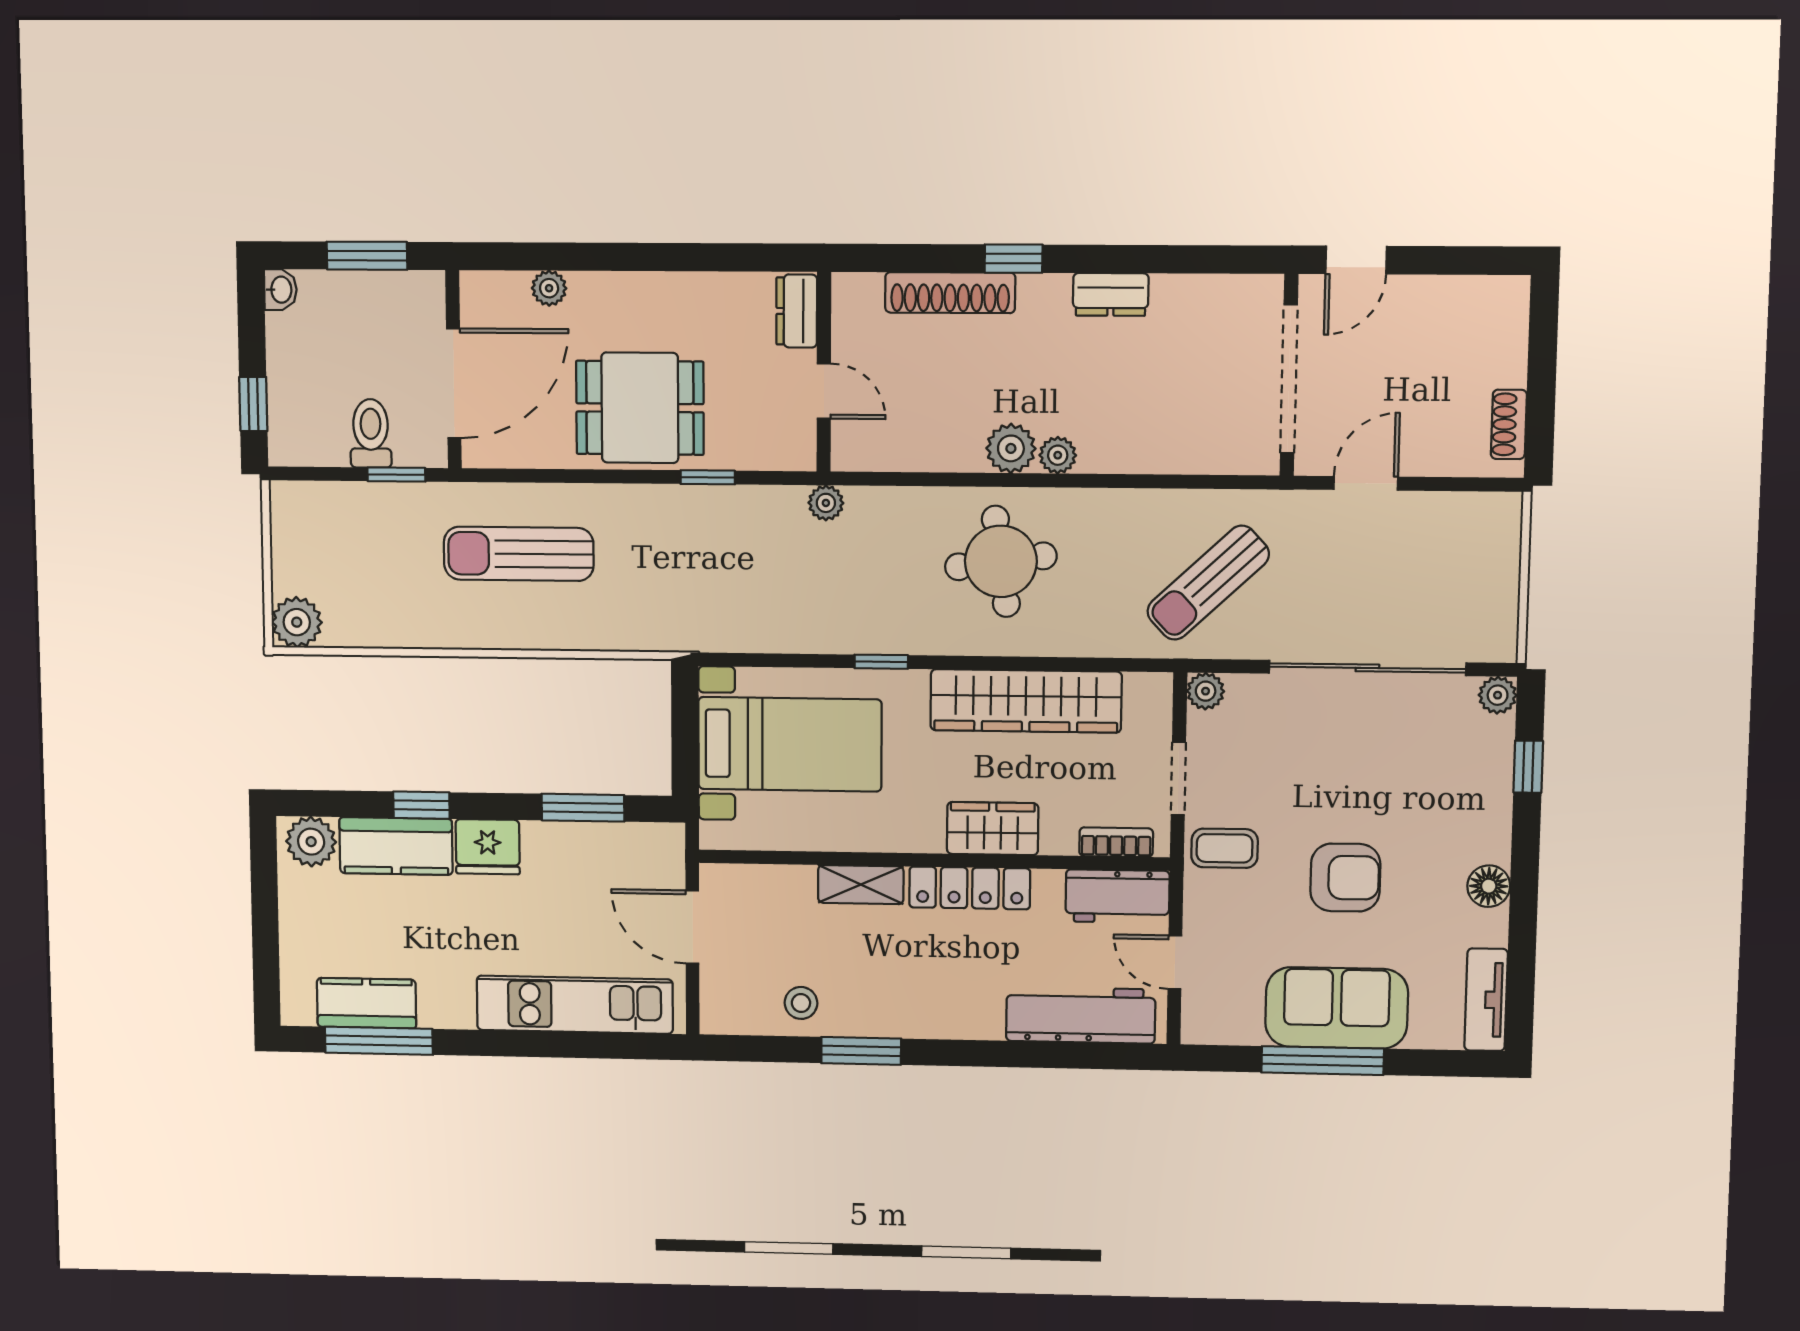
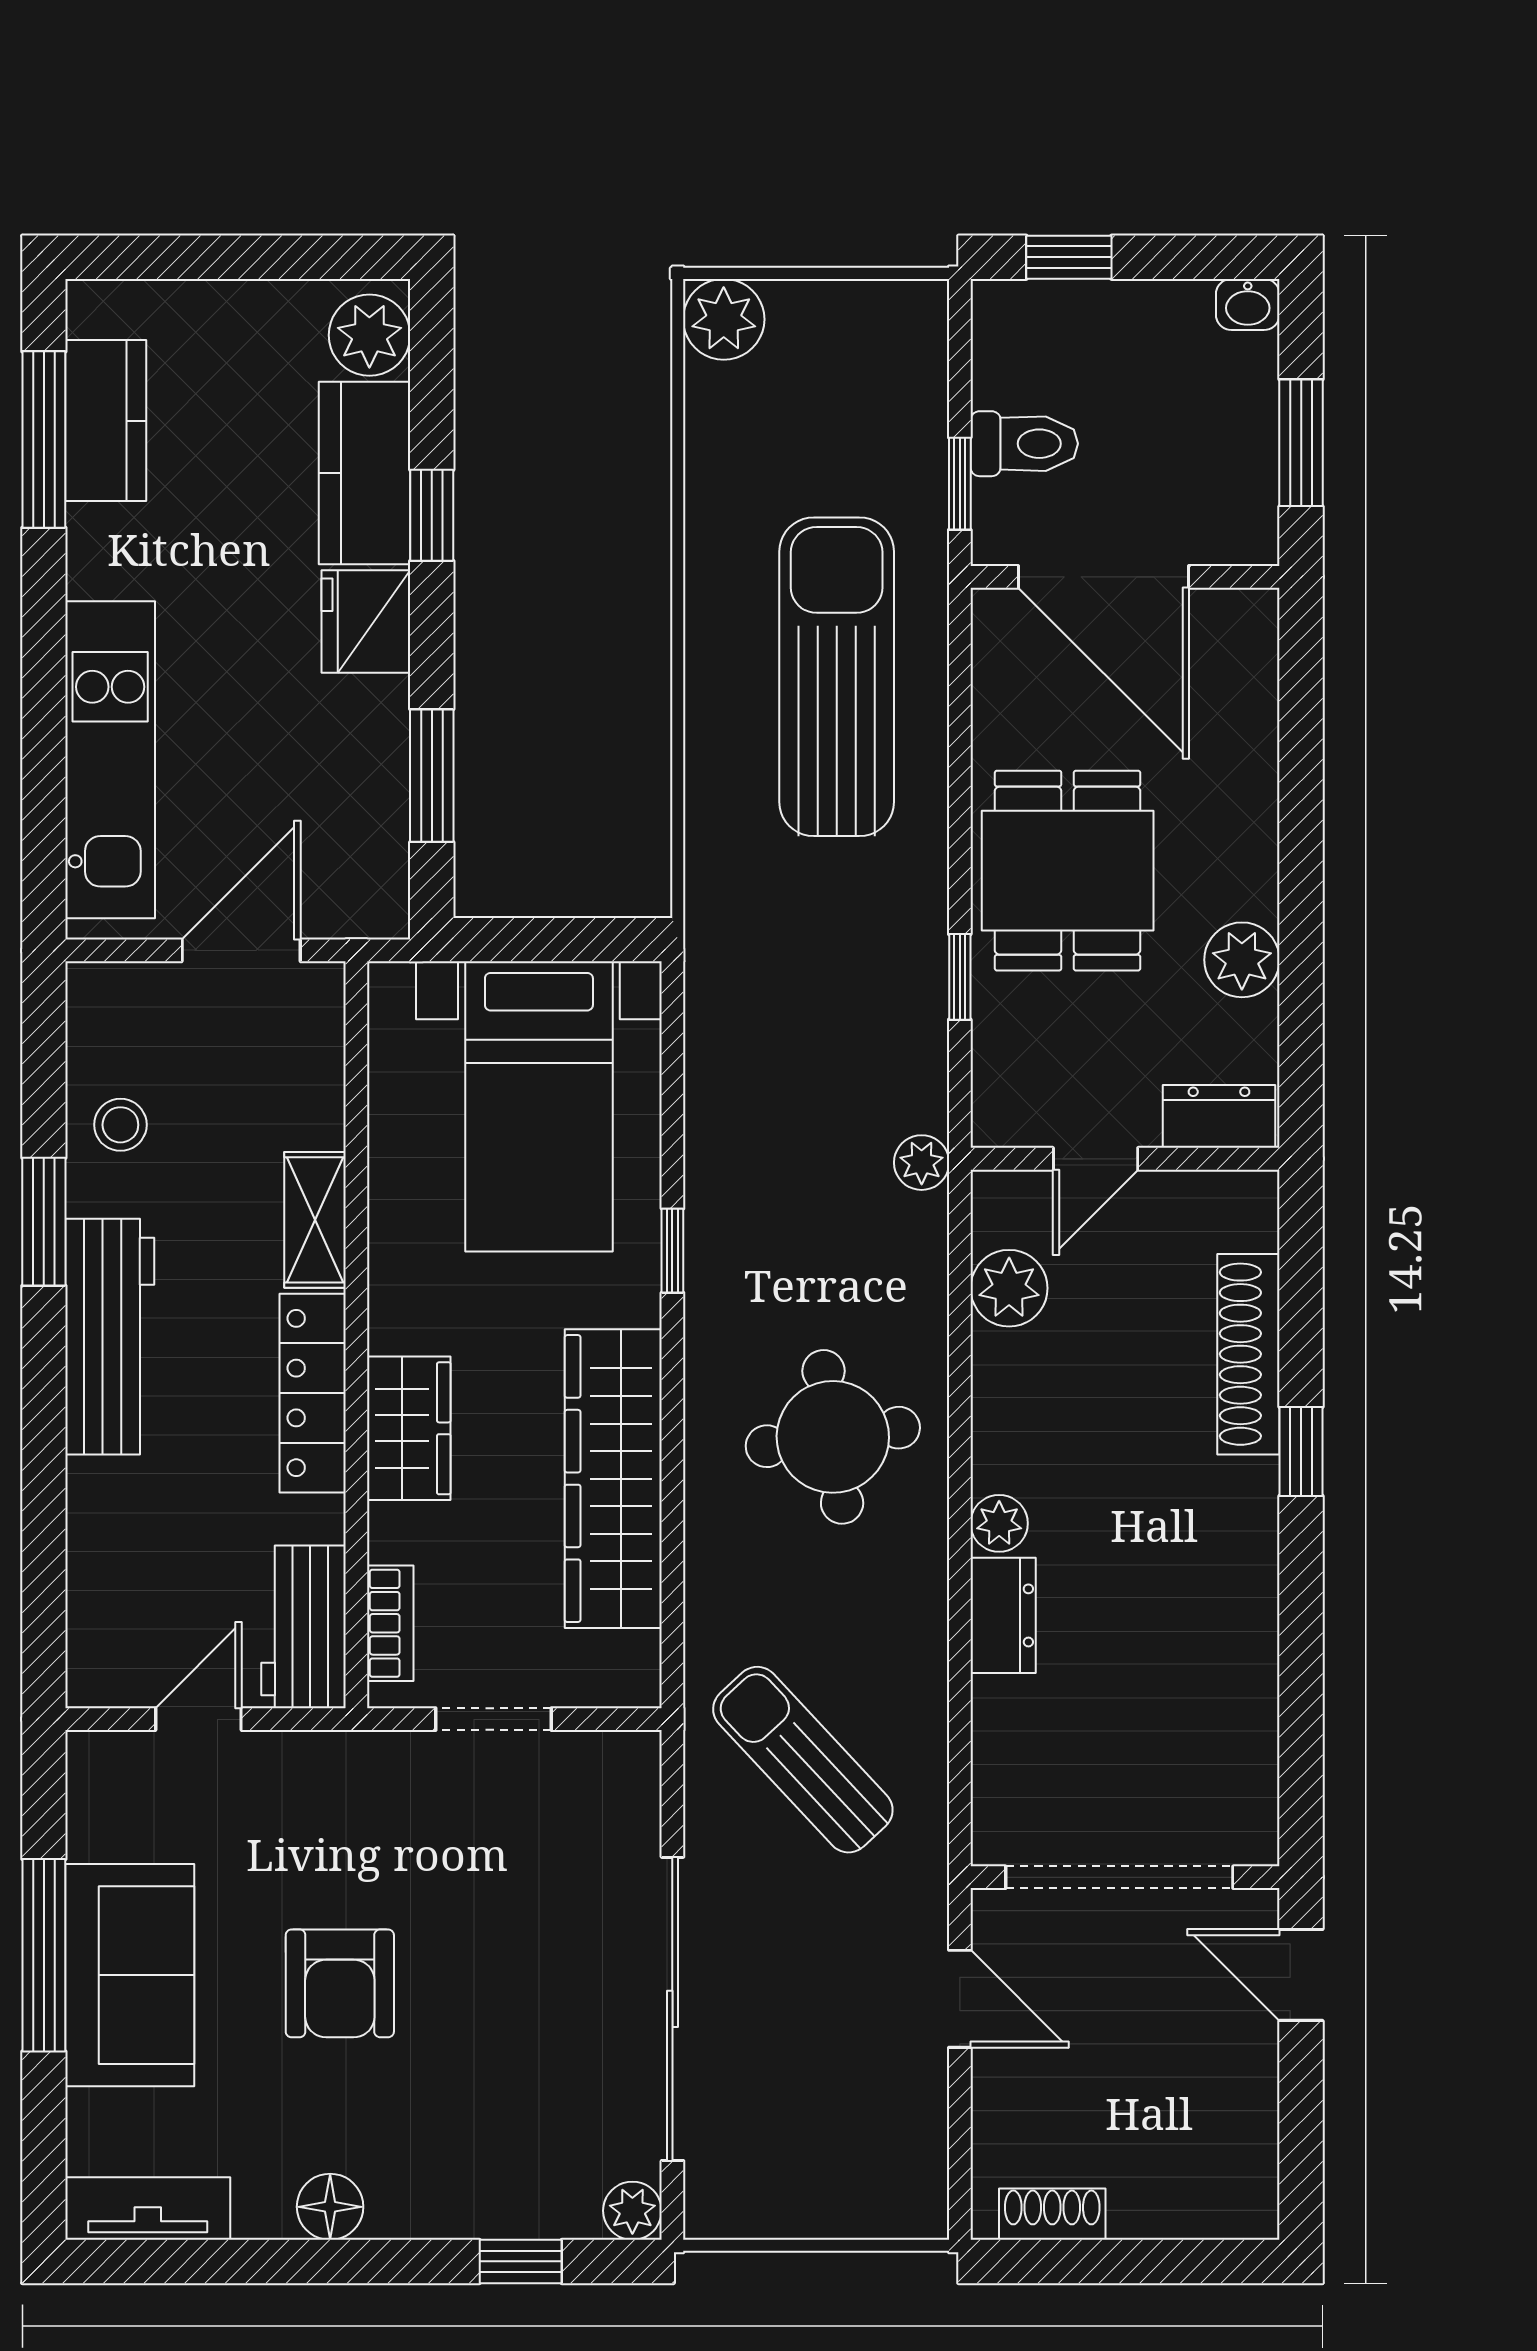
plant: (549, 288) -> (1242, 960), moved, width x1.38, depth x1.38
dresser: (1111, 294) -> (1003, 1615), moved, turned 180
plant: (1011, 448) -> (1009, 1288), moved
sun lounger: (519, 554) -> (837, 677), width x1.36, depth x1.34
plant: (1206, 691) -> (633, 1759), removed
coffee table: (1225, 848) -> (383, 1794), removed
workbench: (1081, 1015) -> (110, 1337), moved

